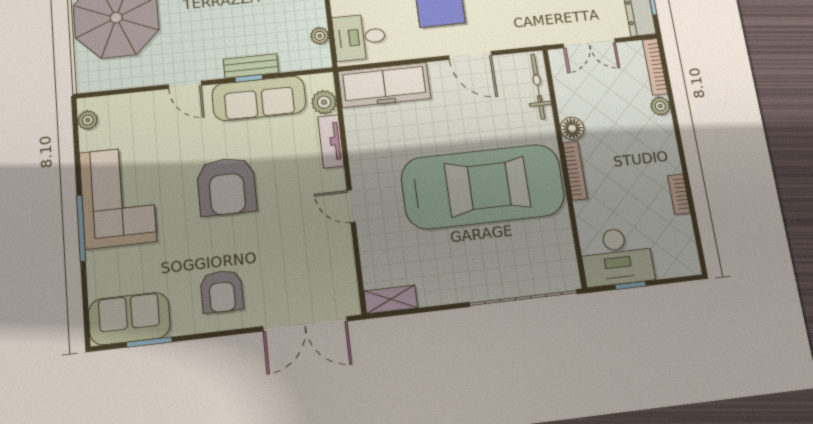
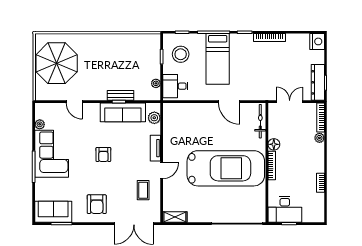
double door: (589, 43) -> (290, 102), swing flipped
door: (185, 85) -> (74, 102), moved
freezer: (384, 85) -> (185, 112), removed
plant: (88, 120) -> (40, 124), moved
tv unit: (331, 141) -> (155, 148), moved
armchair: (227, 186) -> (103, 154), width x0.53, depth x0.53
door: (351, 206) -> (162, 171), swing flipped
coffee table: (317, 251) -> (143, 190), added

